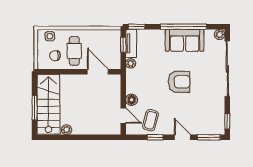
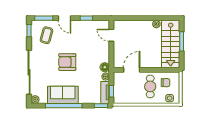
door: (98, 72) -> (132, 70), swing flipped
floor lamp: (132, 100) -> (105, 67), moved
coffee table: (151, 120) -> (46, 35), moved

